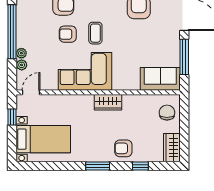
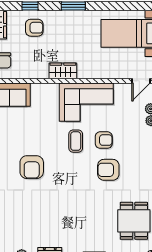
armchair: (123, 148) -> (34, 28), moved

